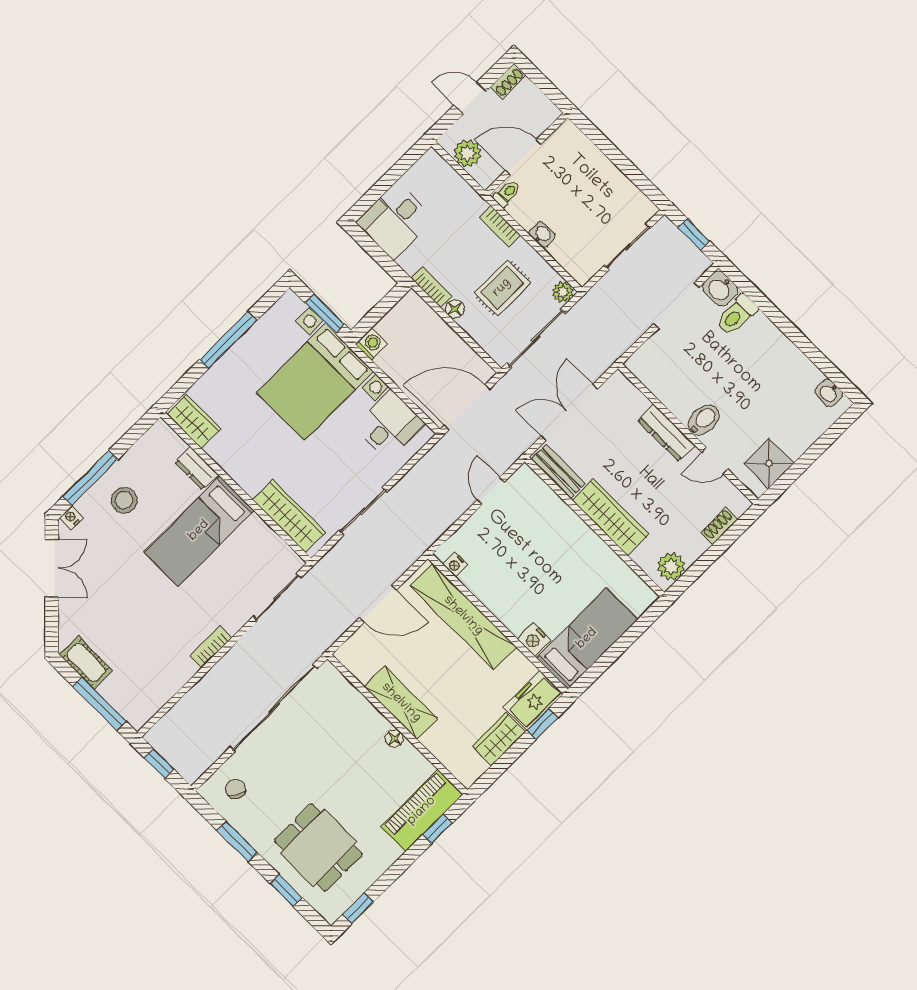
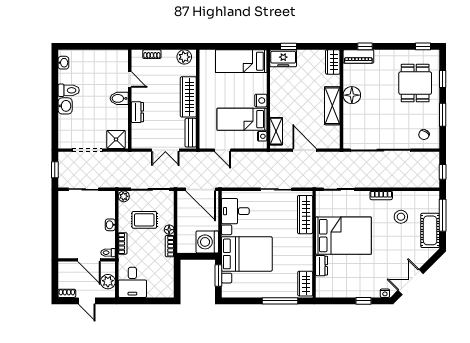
desk: (395, 221) -> (132, 282), moved, turned 90
washbasin: (720, 289) -> (65, 106), moved
toilet: (737, 315) -> (69, 90), moved
window: (228, 340) -> (280, 301), moved
washing machine: (371, 344) -> (207, 242), width x1.89, depth x1.89
double door: (569, 413) -> (165, 150), width x0.73
dresser: (666, 433) -> (137, 112), width x0.70
shower: (769, 463) -> (116, 139), moved
window: (90, 478) -> (364, 301), width x0.46
door: (491, 491) -> (223, 150), hinge flipped
stool: (124, 500) -> (401, 217), moved
bed: (199, 531) -> (343, 236), width x1.50
bed: (506, 560) -> (242, 119), added
shelving: (463, 616) -> (276, 131), width x0.45, depth x0.75
nightstand: (534, 640) -> (261, 101), moved
cot: (86, 663) -> (430, 230), width x1.37, depth x1.34
floor lamp: (394, 738) -> (352, 95), width x1.89, depth x1.89
wardrobe: (499, 739) -> (333, 62), moved, turned 90
piano: (422, 811) -> (358, 57), width x0.73, depth x0.75

